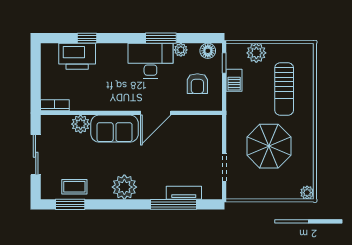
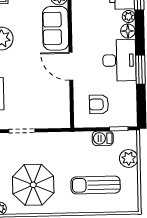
plant: (181, 50) -> (129, 16), moved
floor lamp: (208, 51) -> (128, 31), moved
parasol: (269, 146) -> (33, 185), moved

